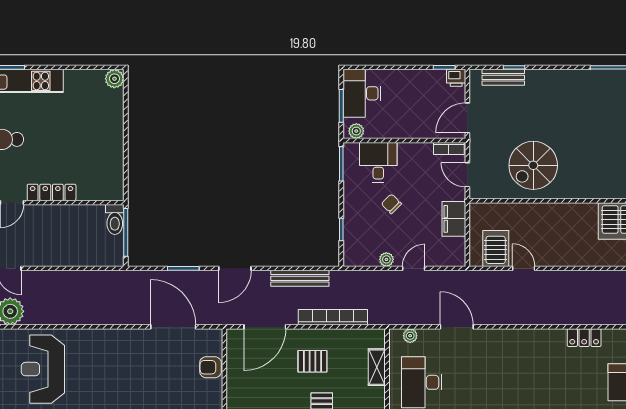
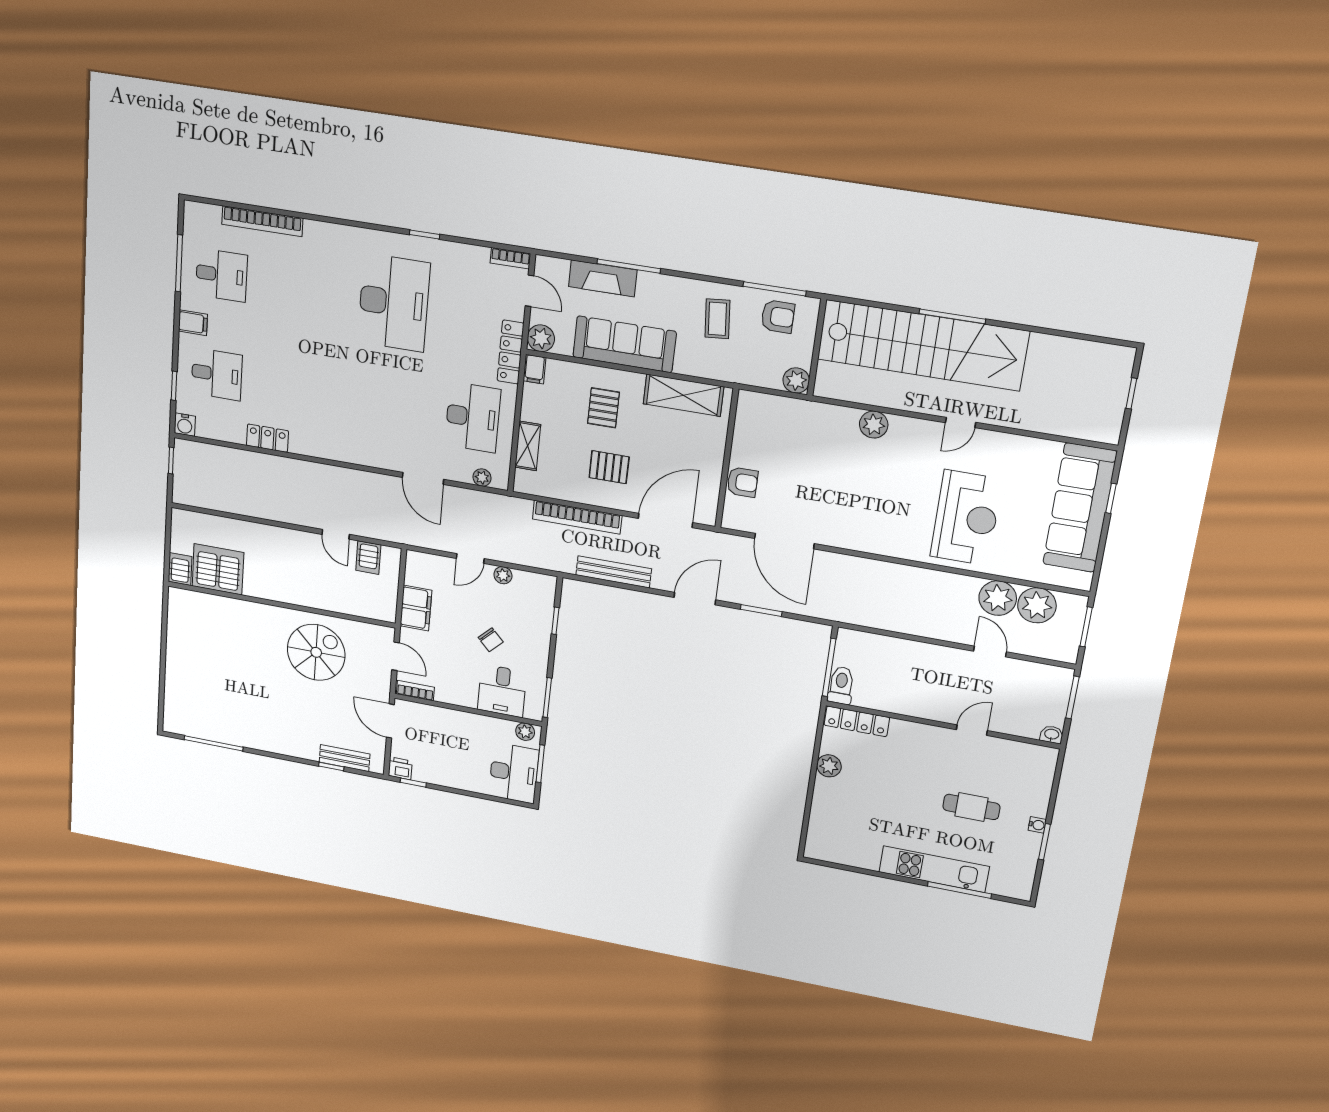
plant: (114, 79) -> (829, 766), moved
door: (467, 118) -> (390, 721), swing flipped
locker: (52, 192) -> (857, 721), moved
server rack: (496, 248) -> (368, 558), width x0.73, depth x0.70

